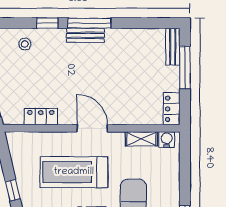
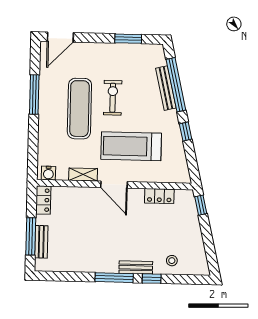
bench: (85, 35) -> (136, 267), moved
bench: (173, 47) -> (41, 242), moved
shelving: (141, 139) -> (83, 174), moved
treadmill: (74, 172) -> (131, 146), turned 180

